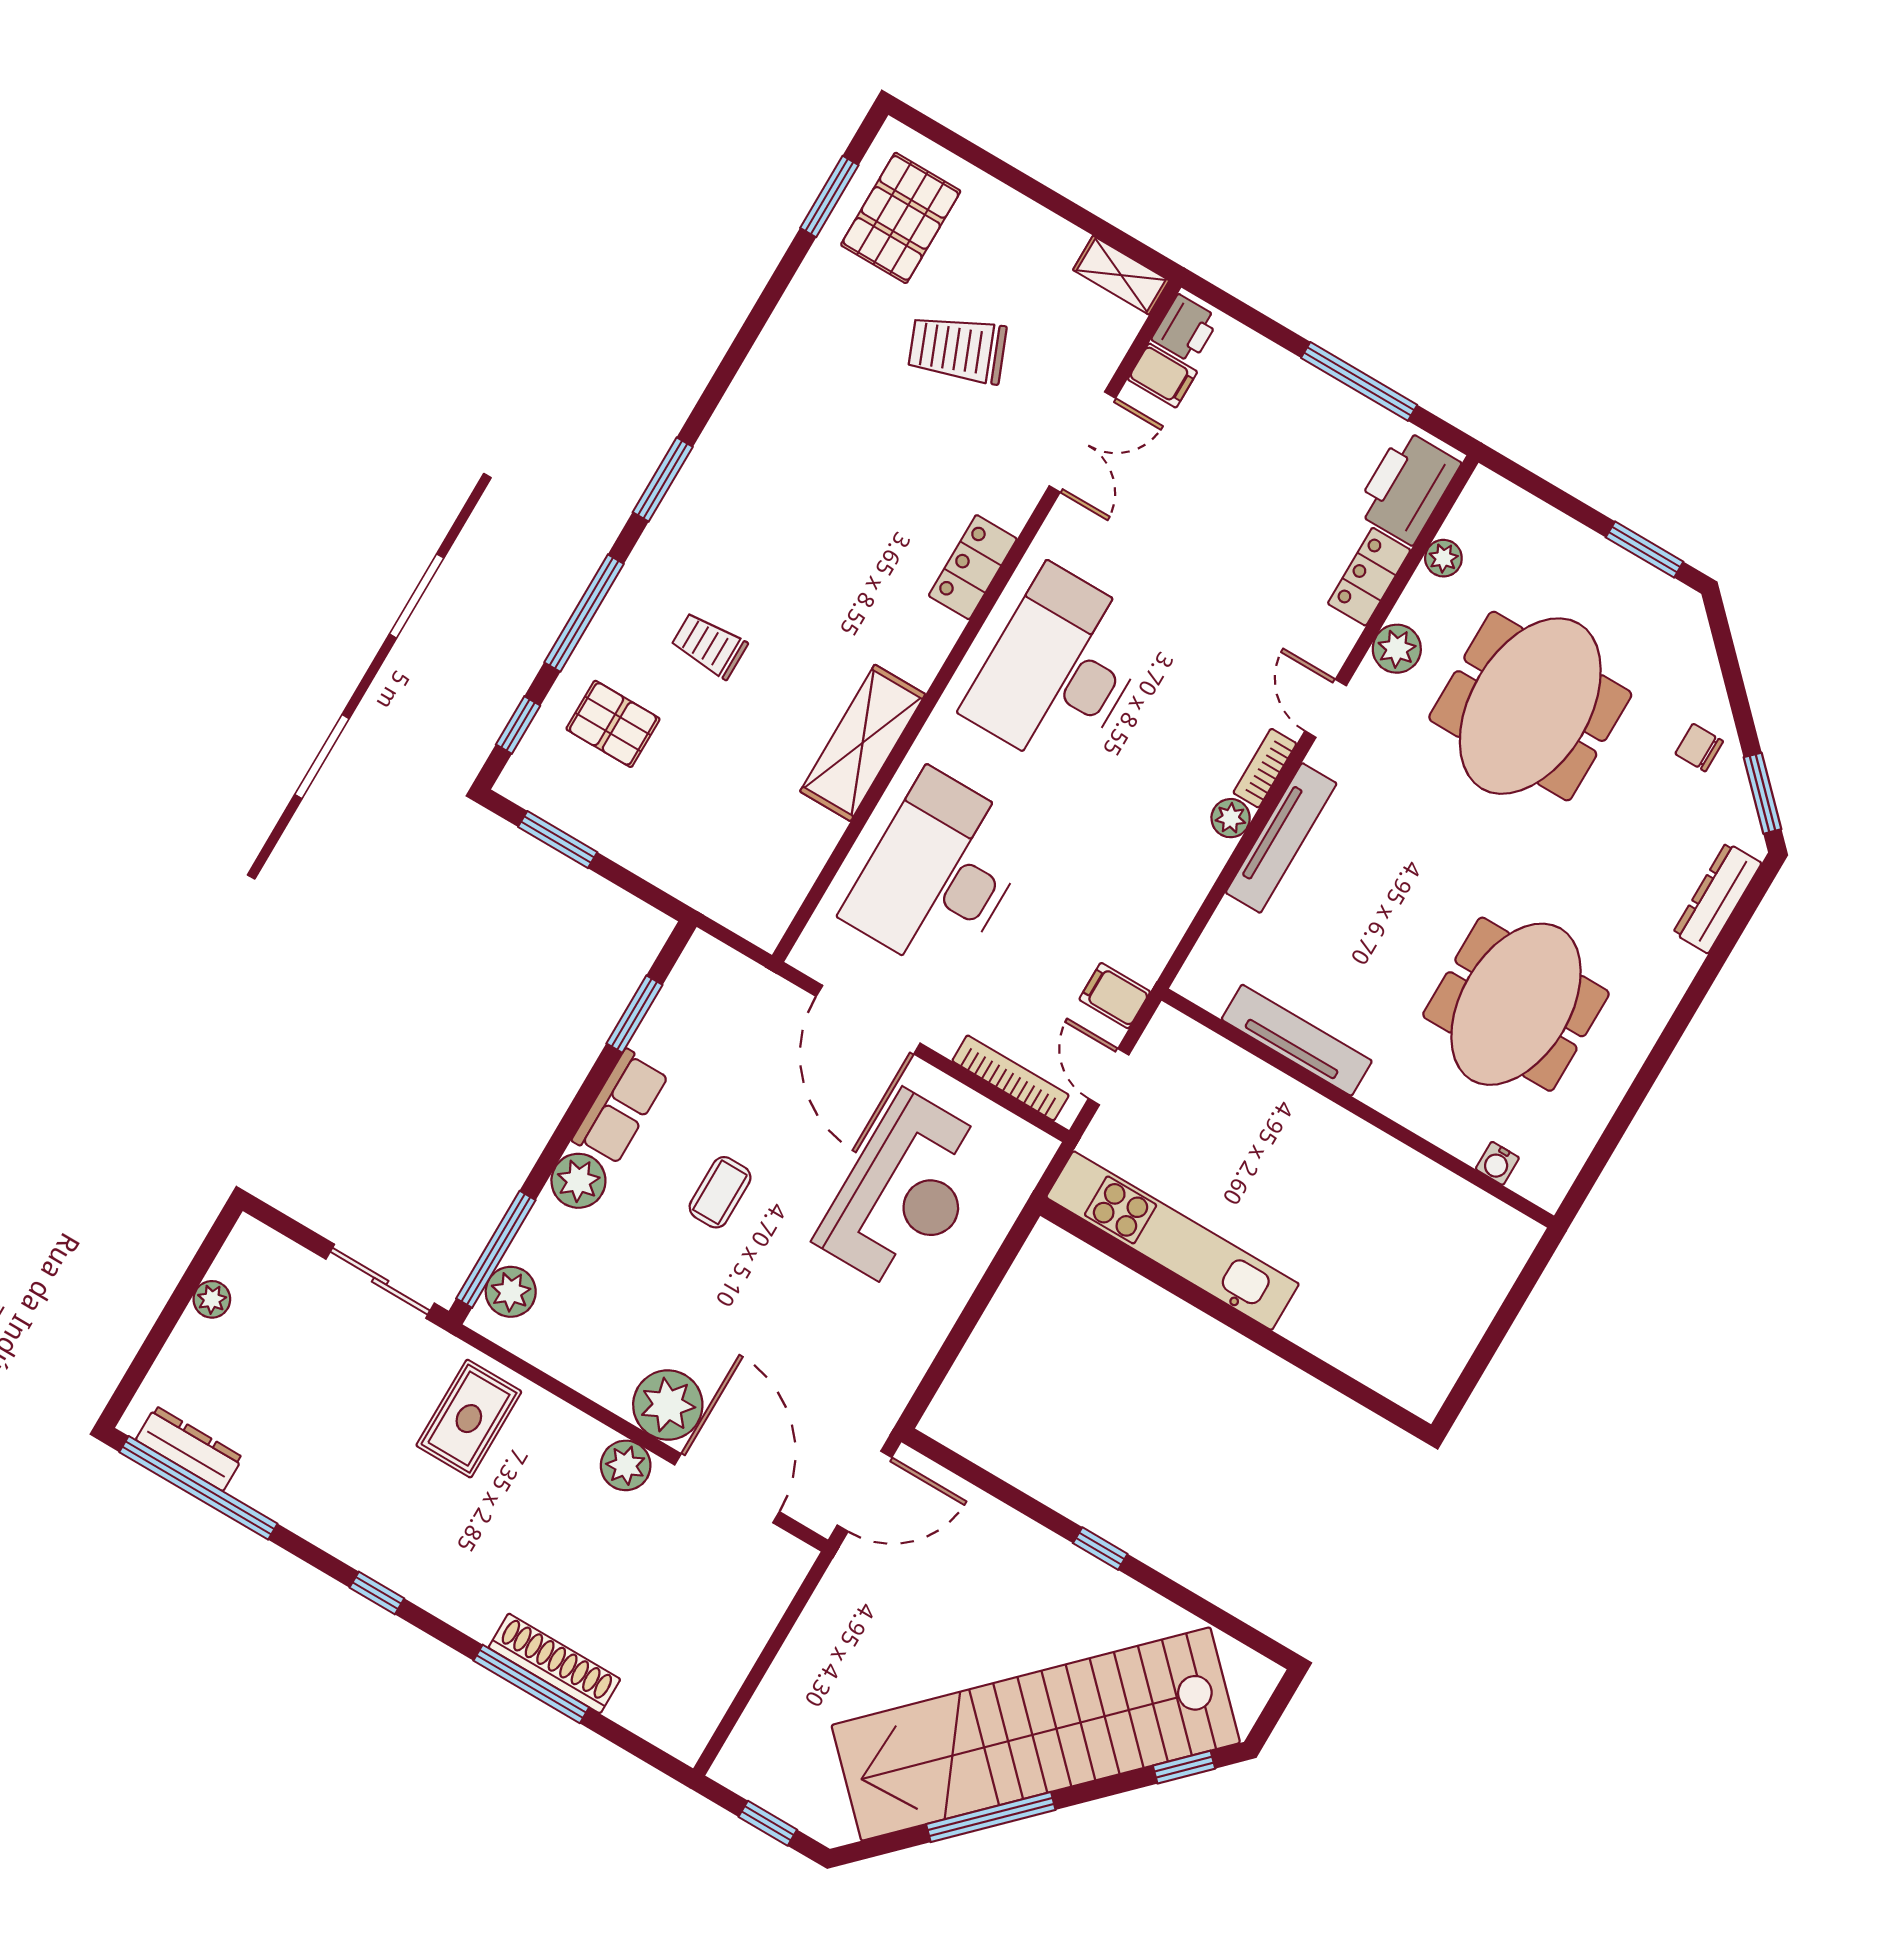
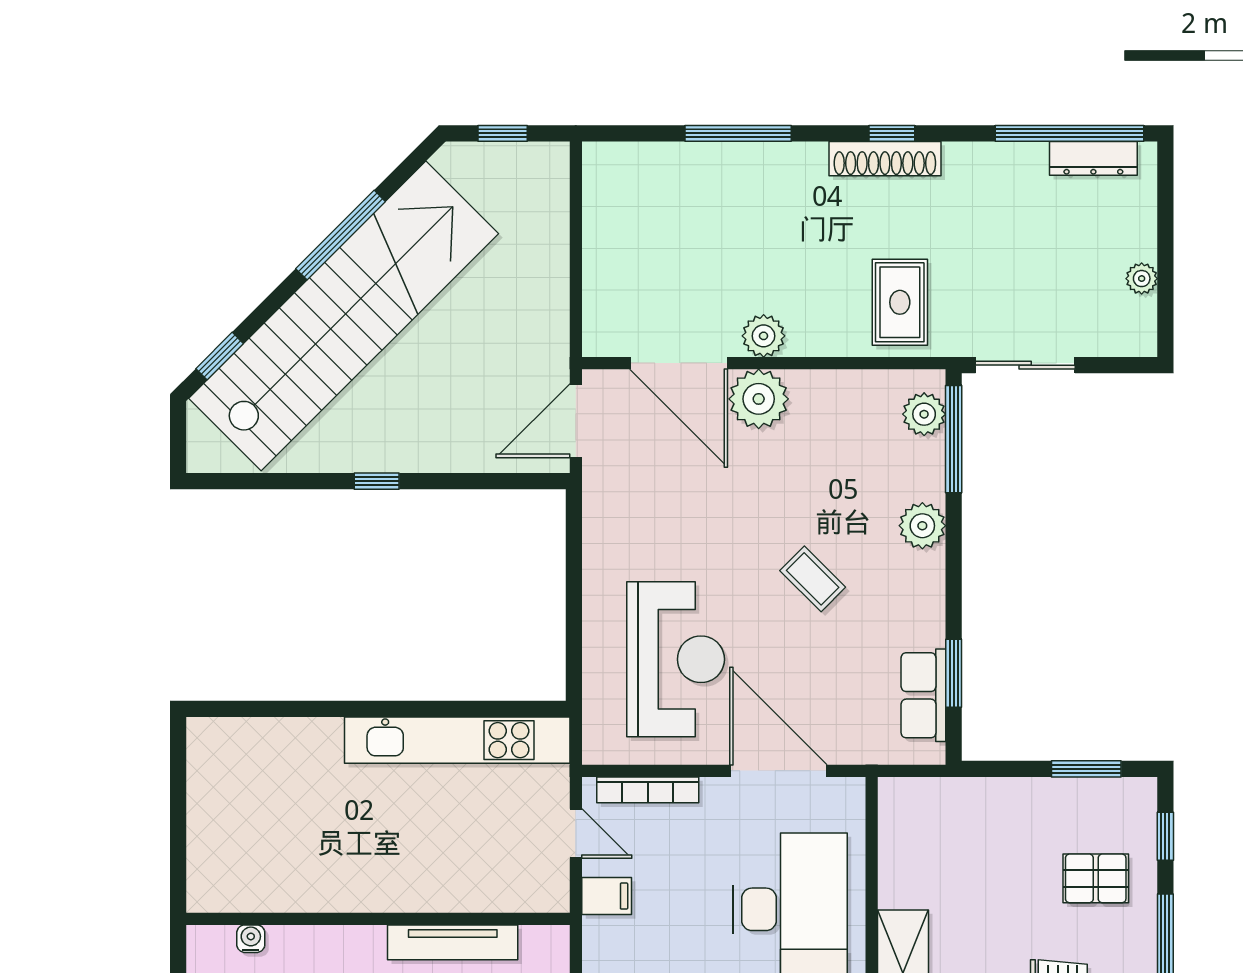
row of seats: (620, 1107) -> (923, 695), moved
coffee table: (720, 1192) -> (813, 579), turned -45
reception desk: (905, 1193) -> (676, 659), turned 180
shoe rack: (554, 1663) -> (885, 159), moved

